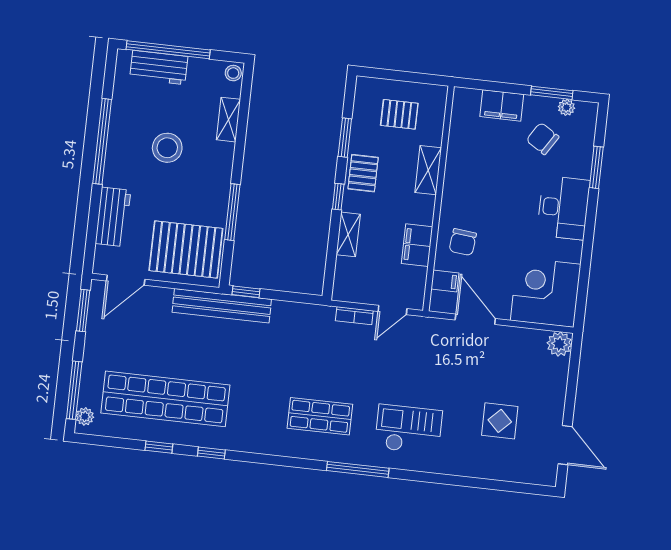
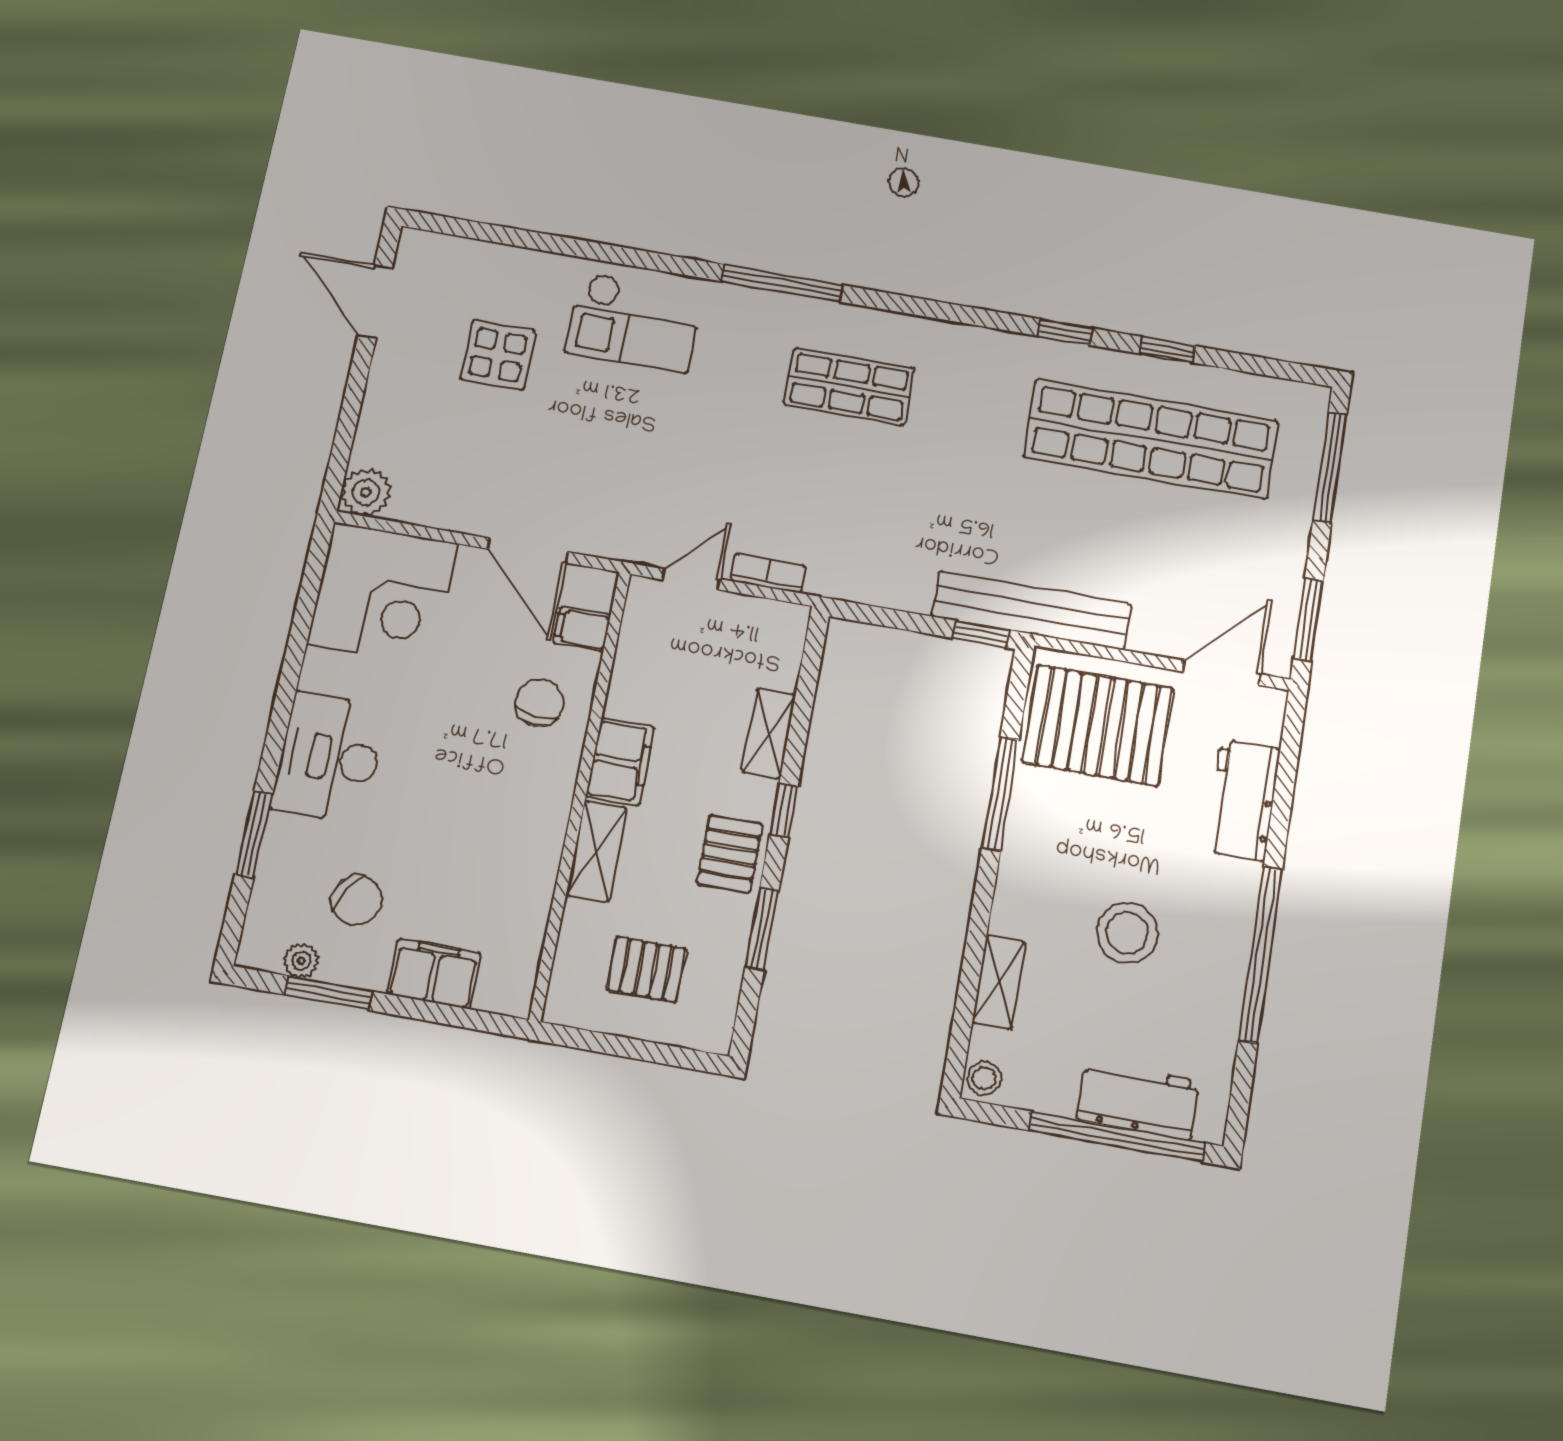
filing cabinet: (417, 245) -> (620, 762), moved
plant: (85, 416) -> (1310, 416), removed
checkout: (408, 429) -> (634, 322), moved

